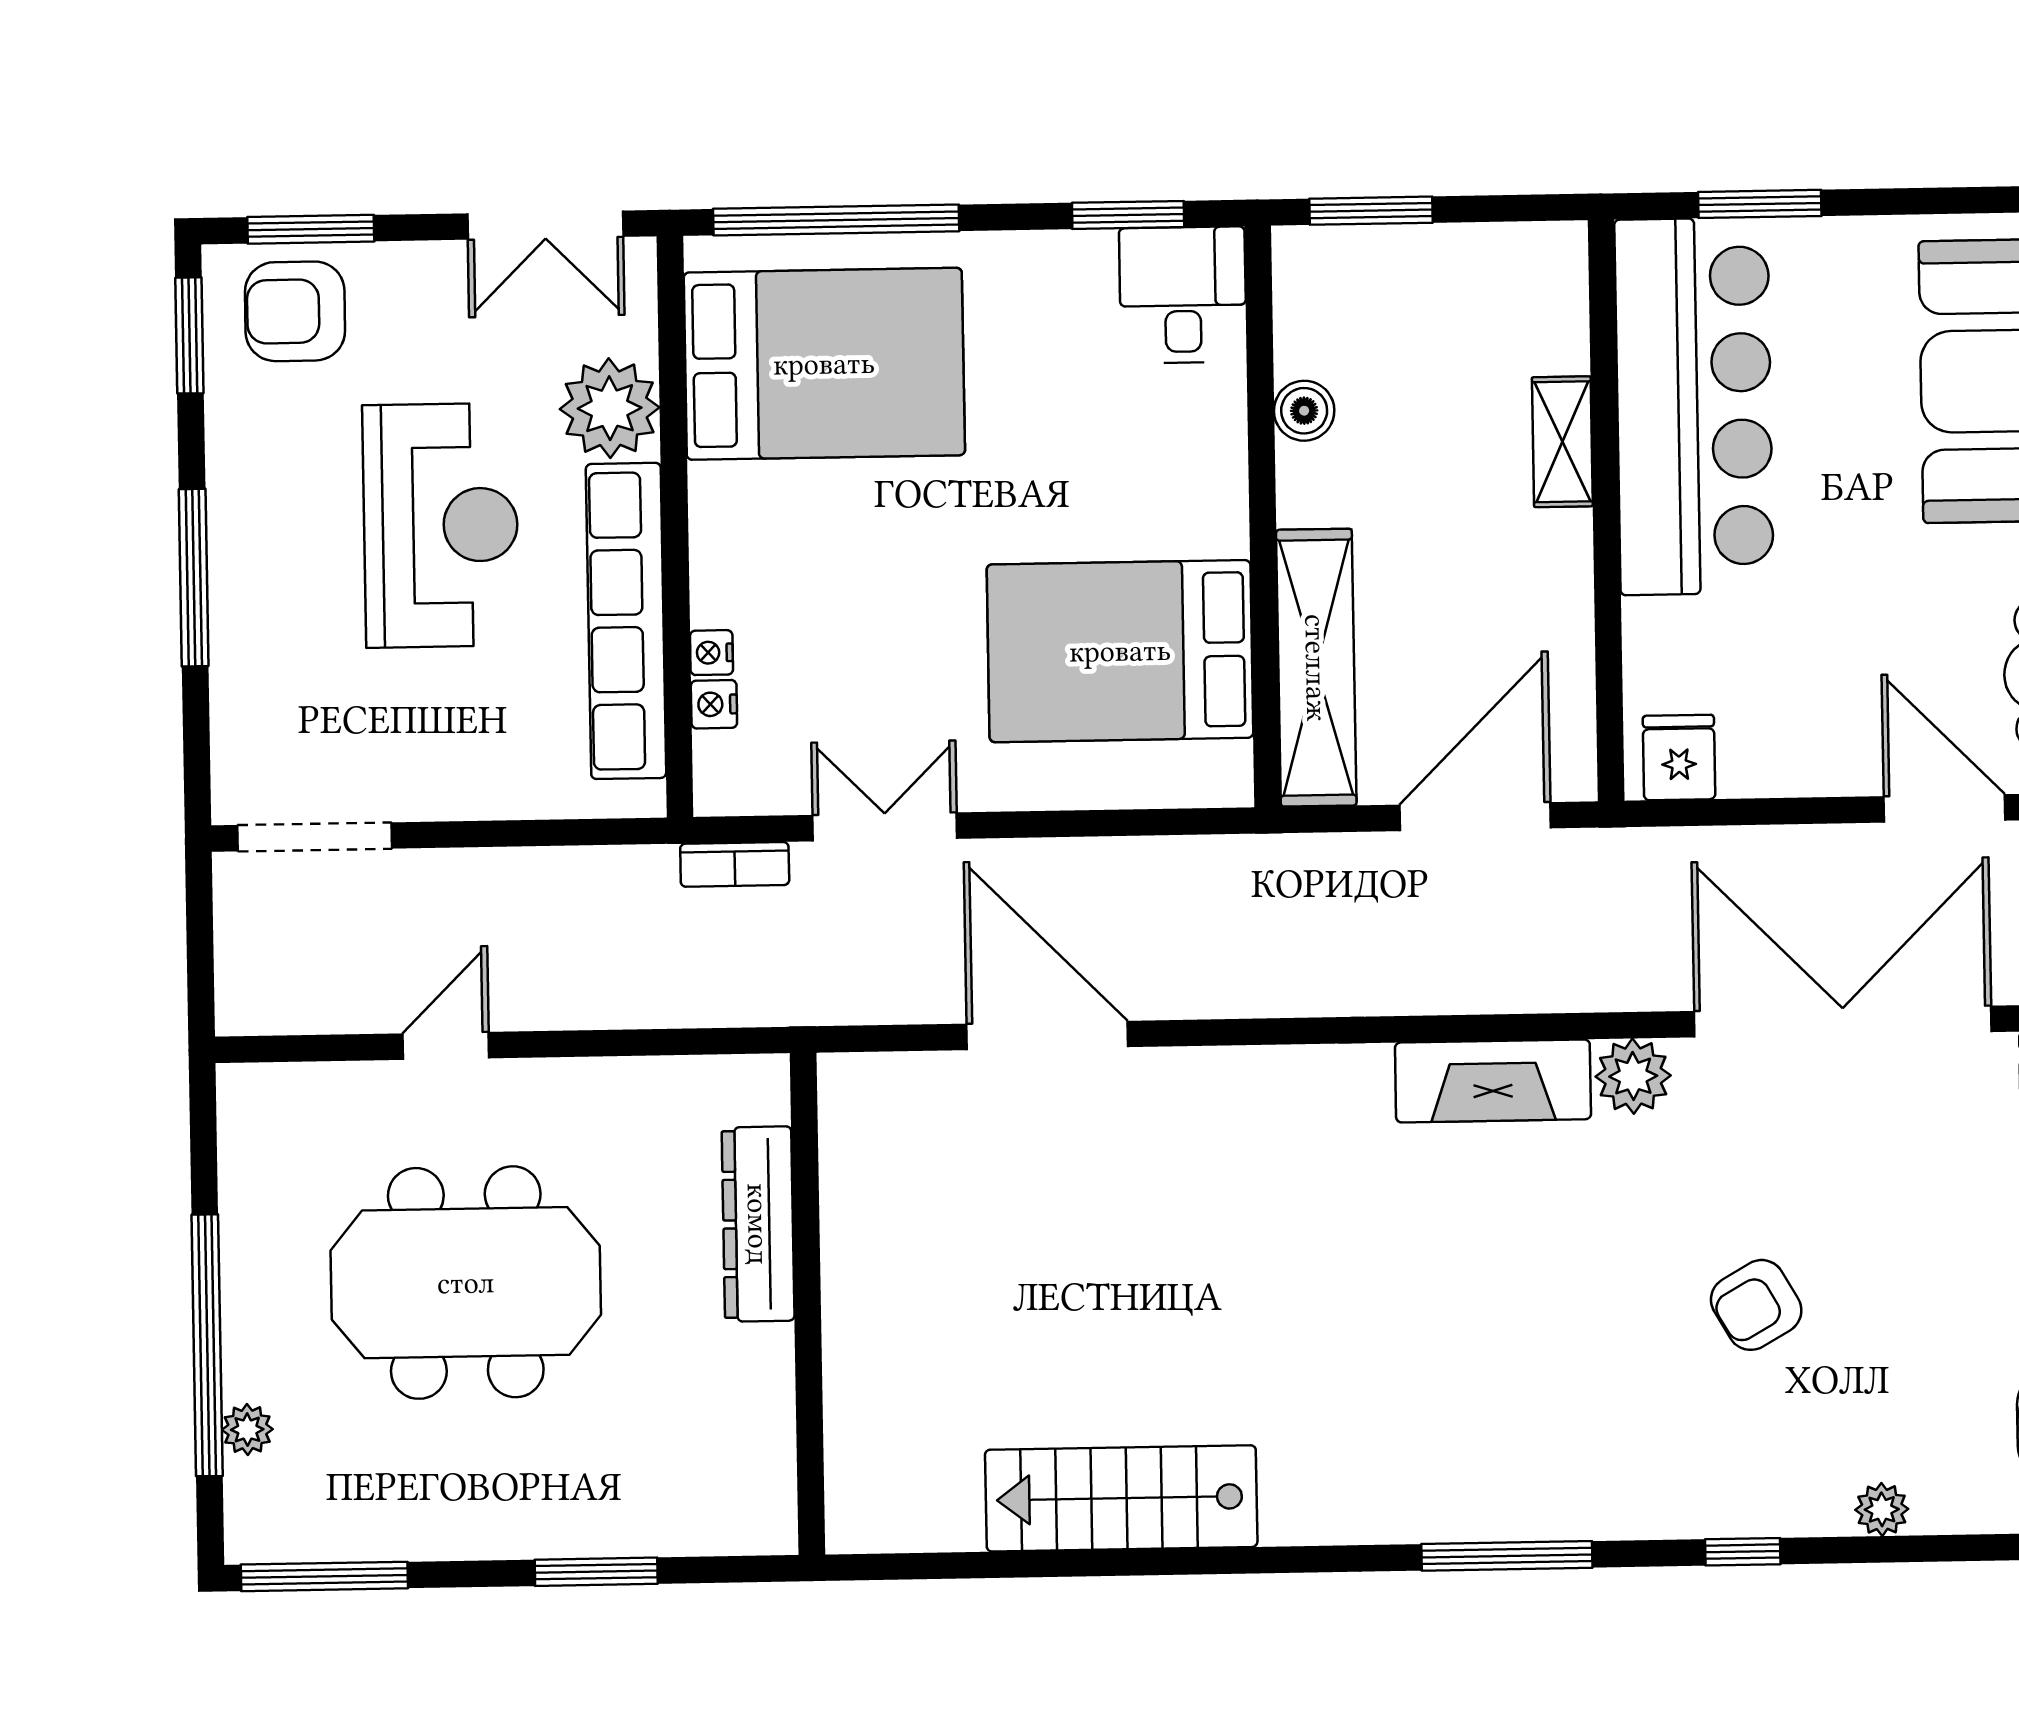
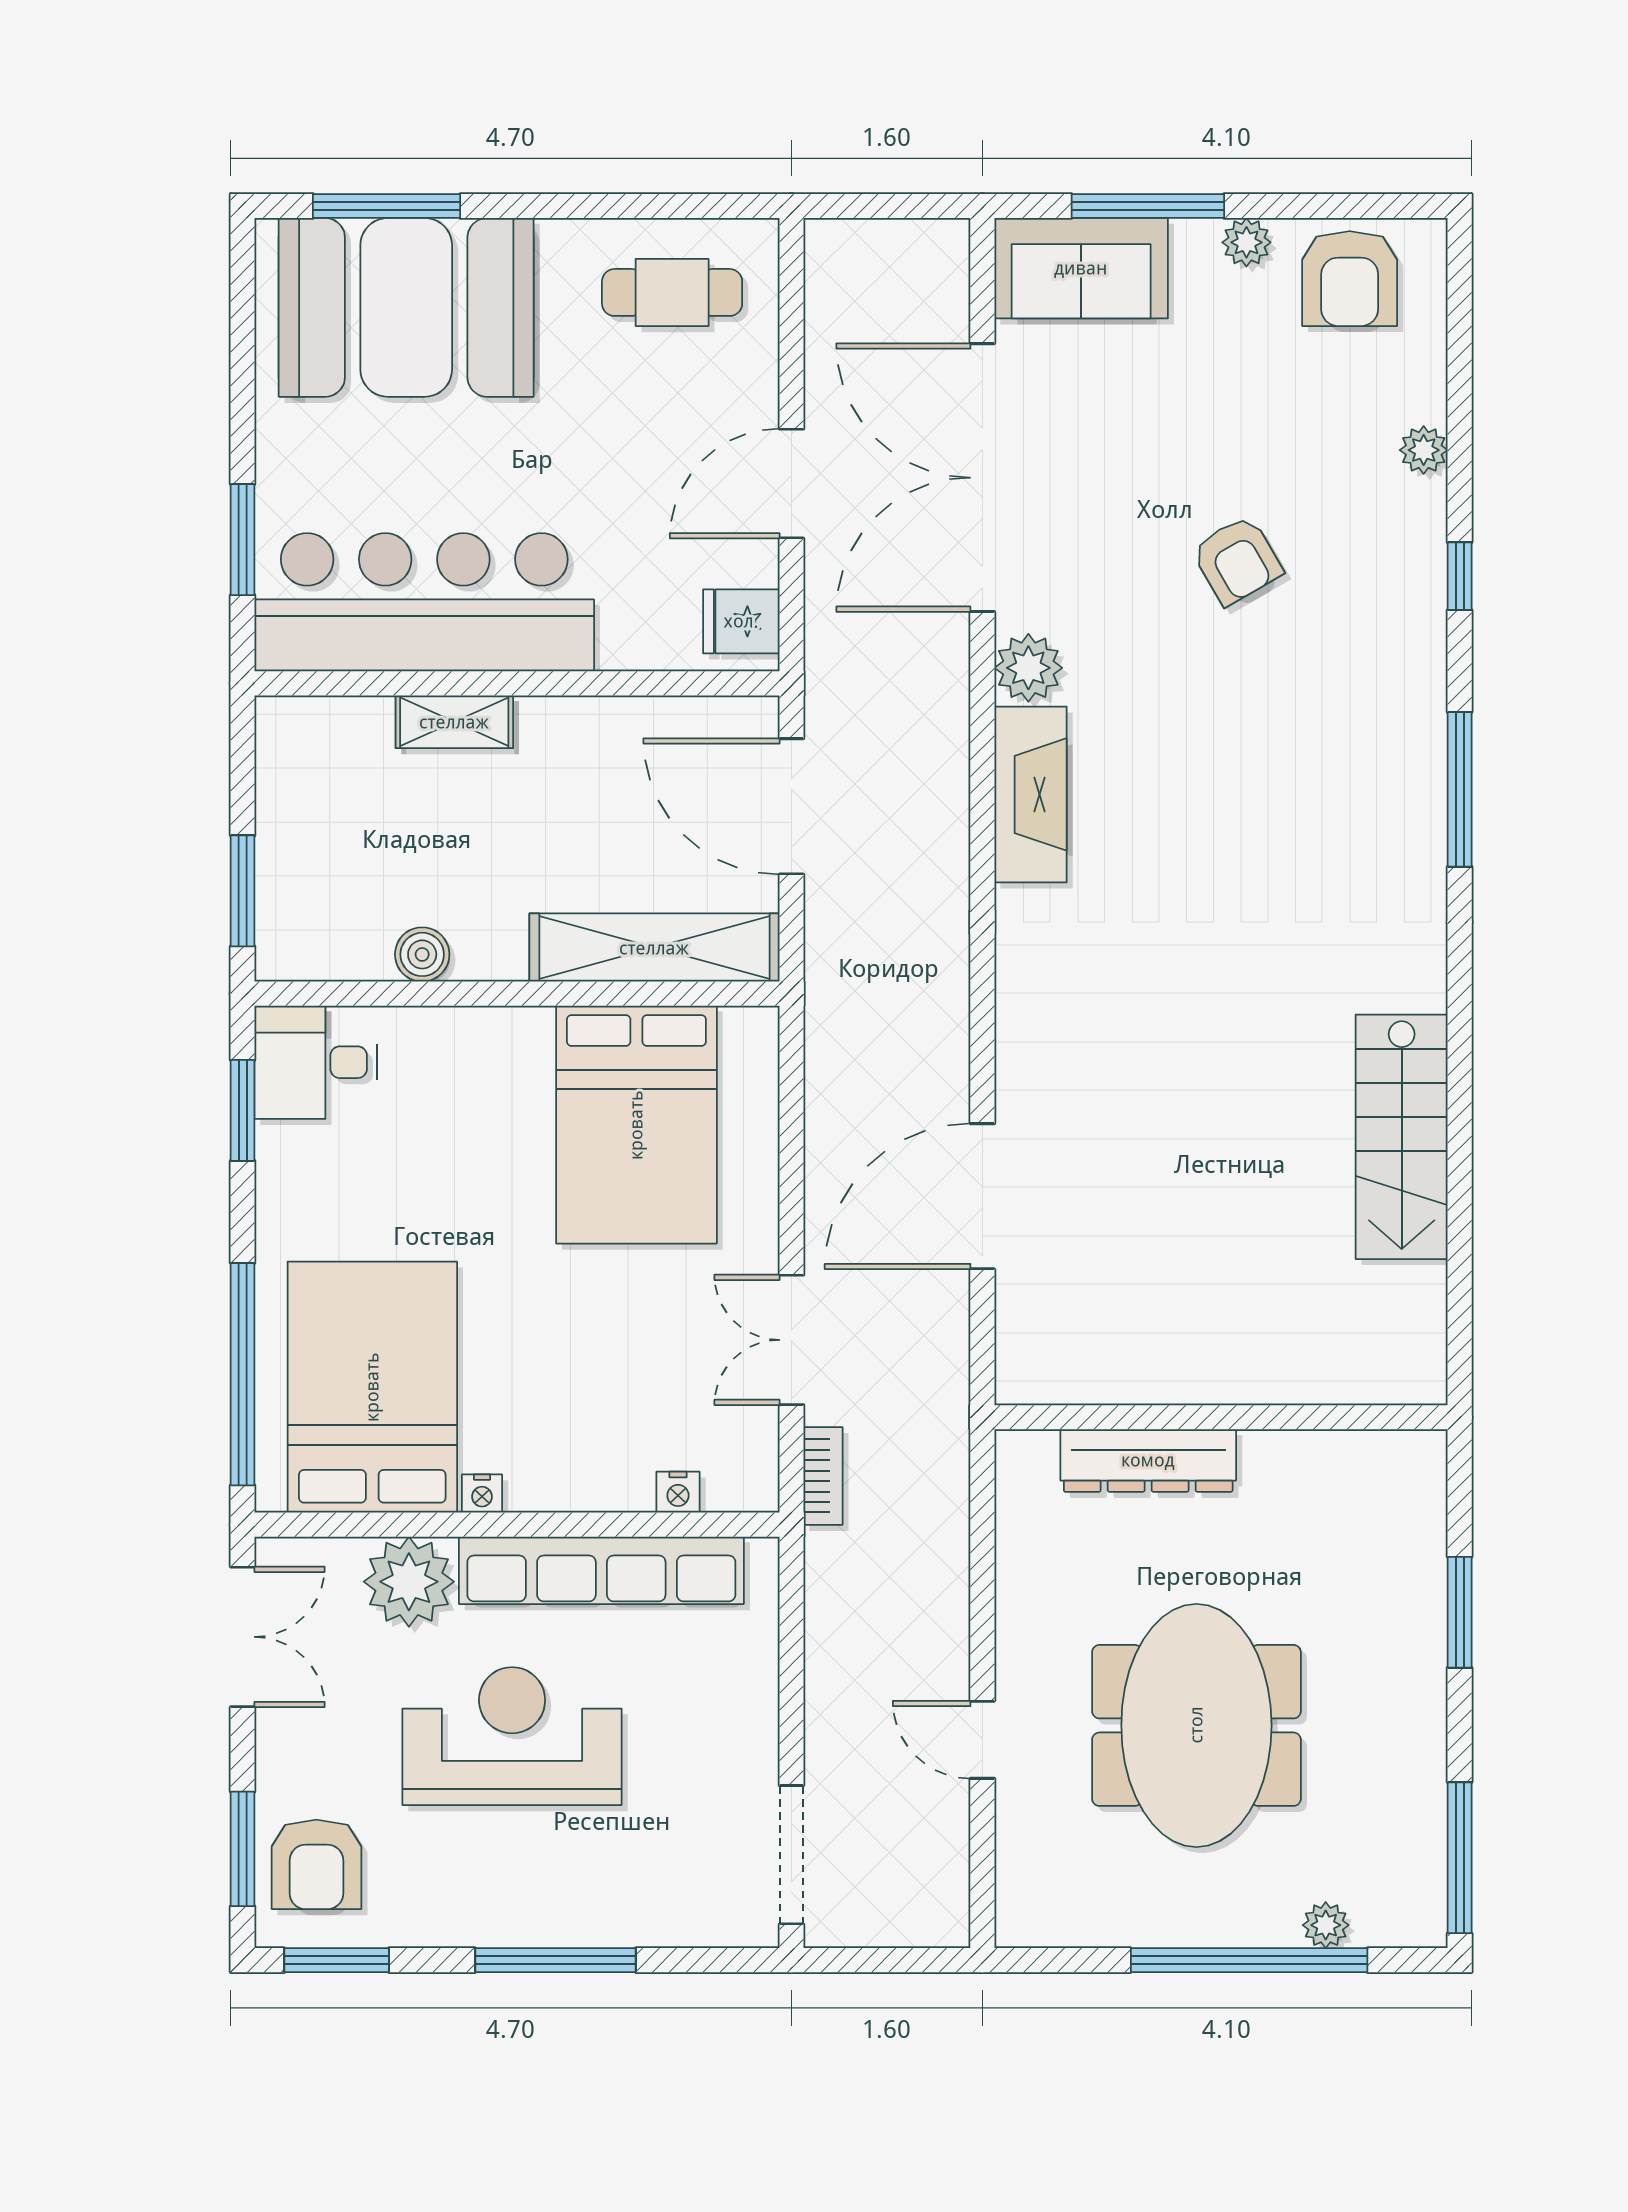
nightstand: (711, 653) -> (482, 1494), moved
door: (1944, 808) -> (791, 484), moved

